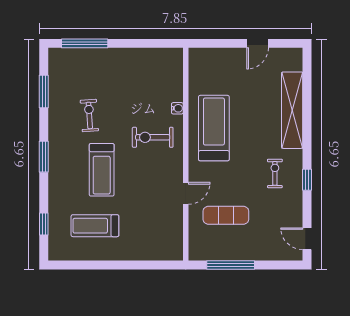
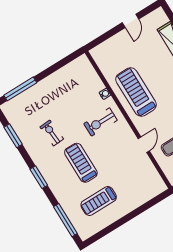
treadmill: (102, 170) -> (81, 163), turned 180
window: (44, 224) -> (65, 220), width x2.17

